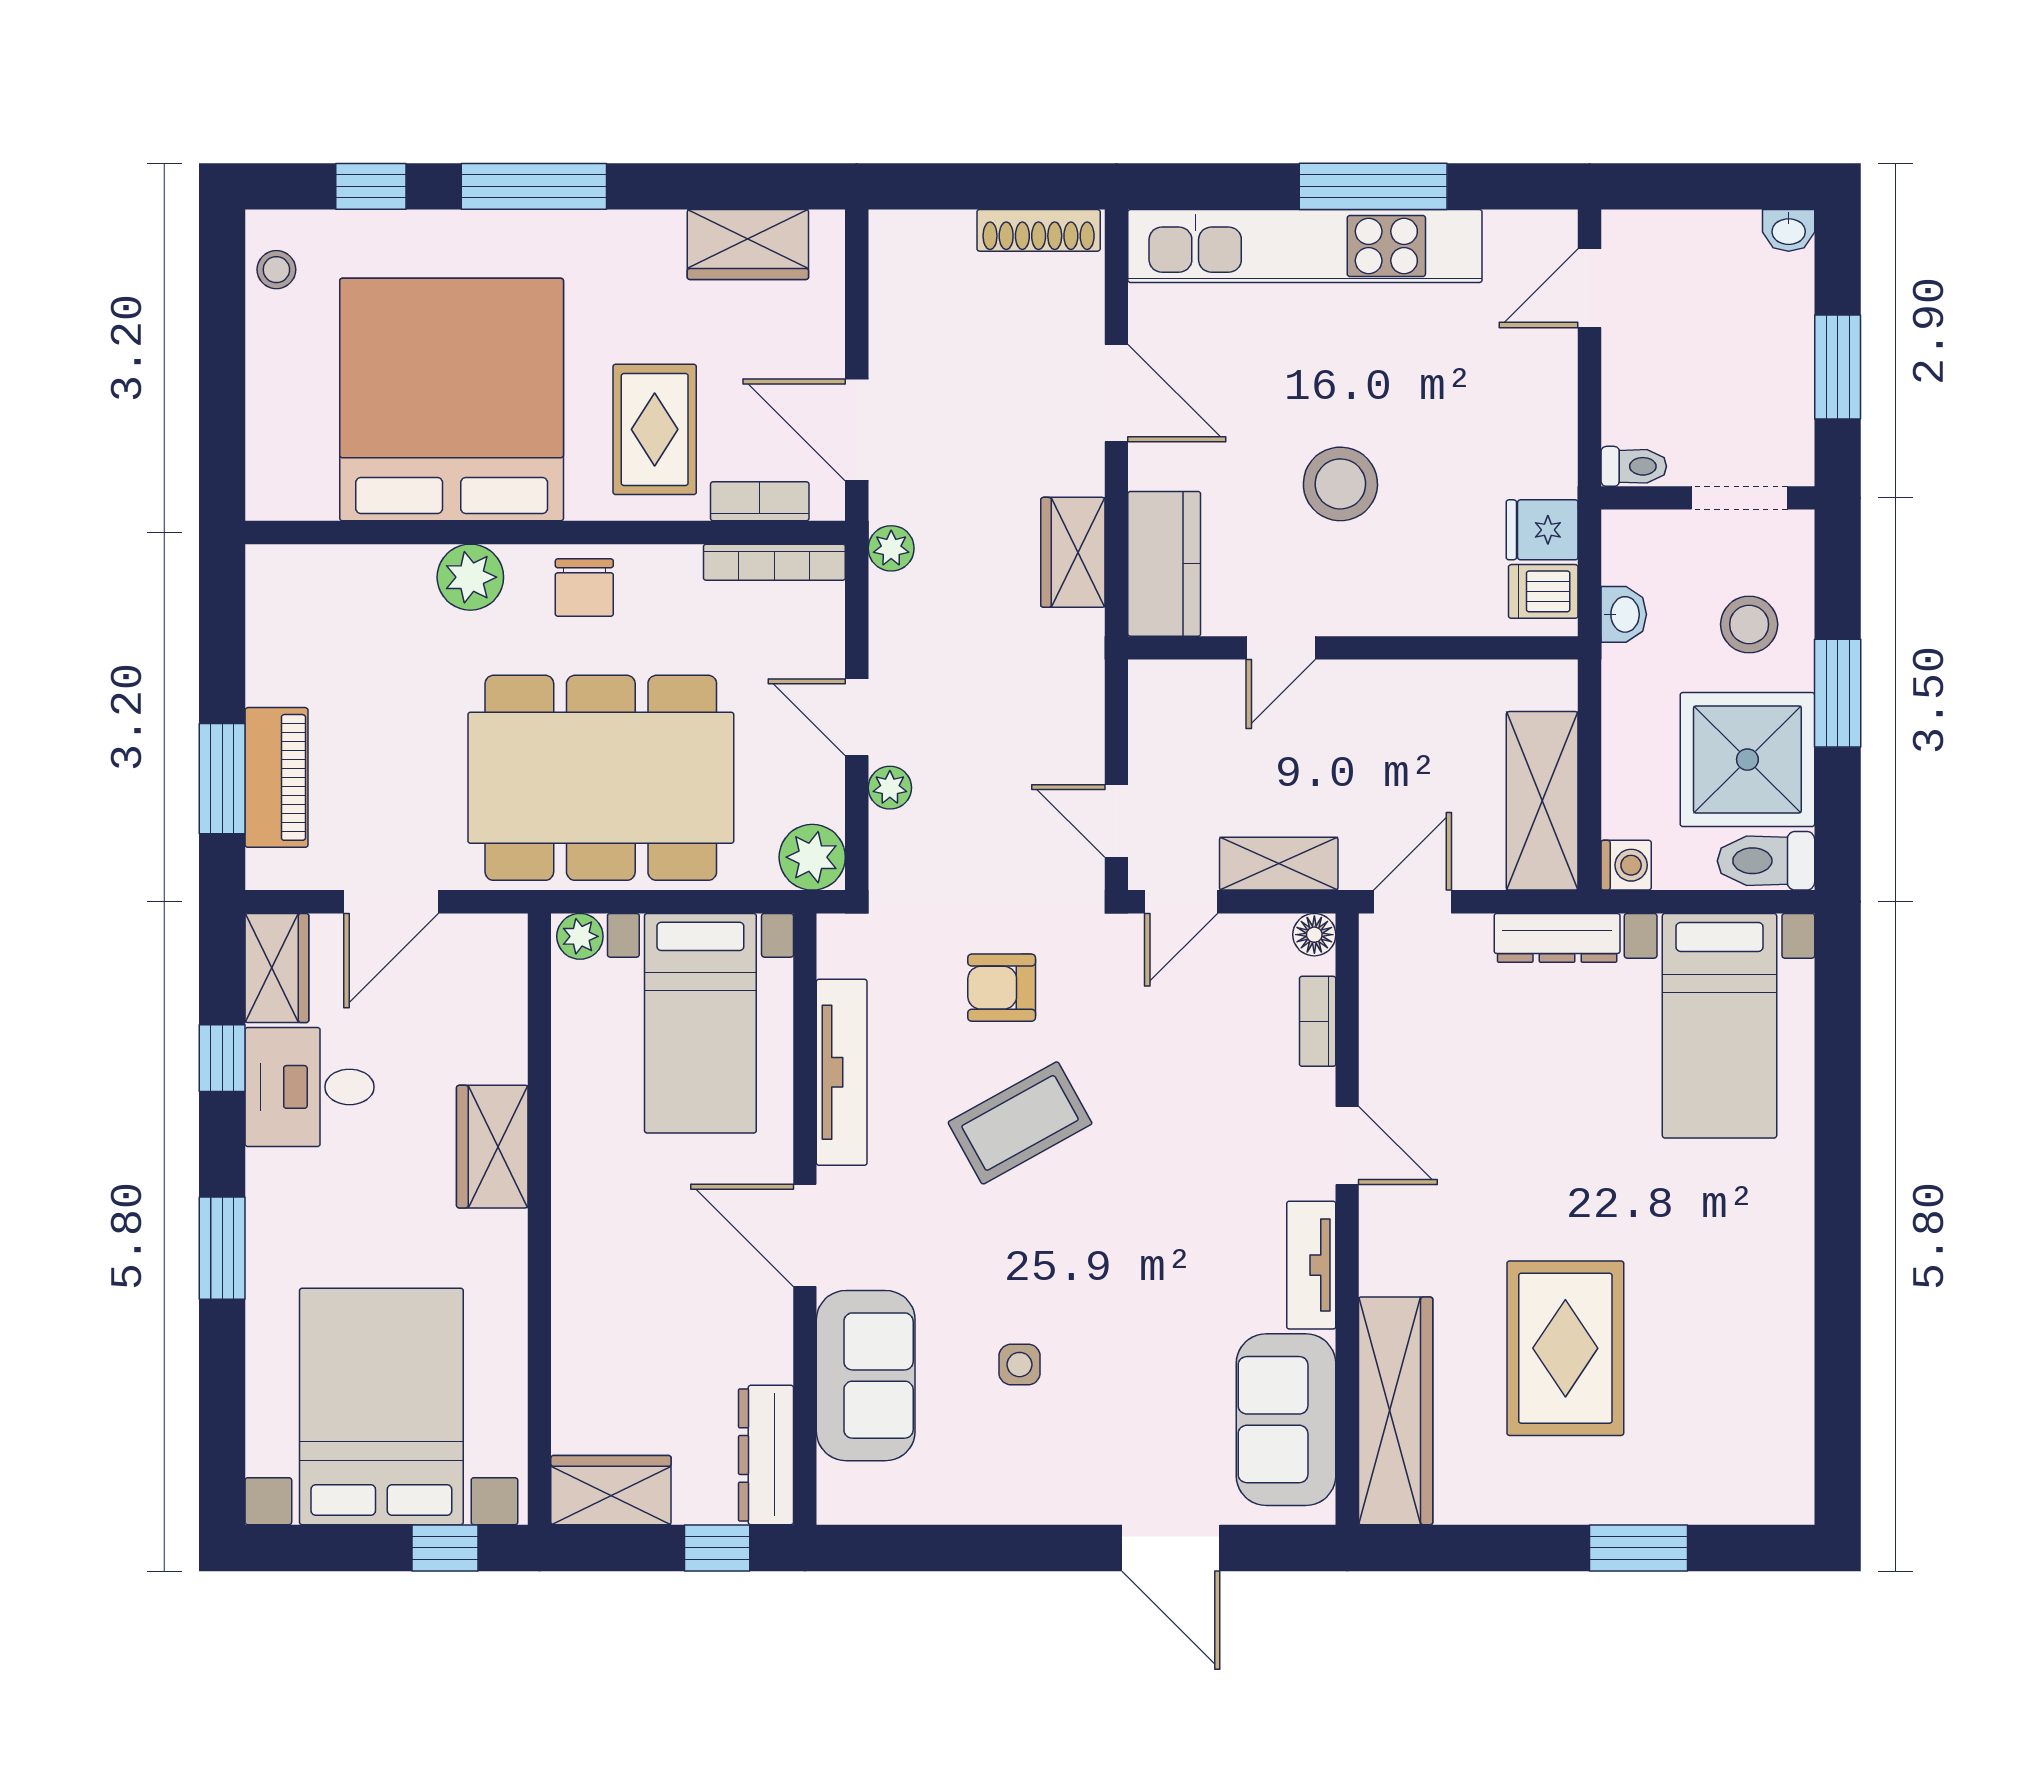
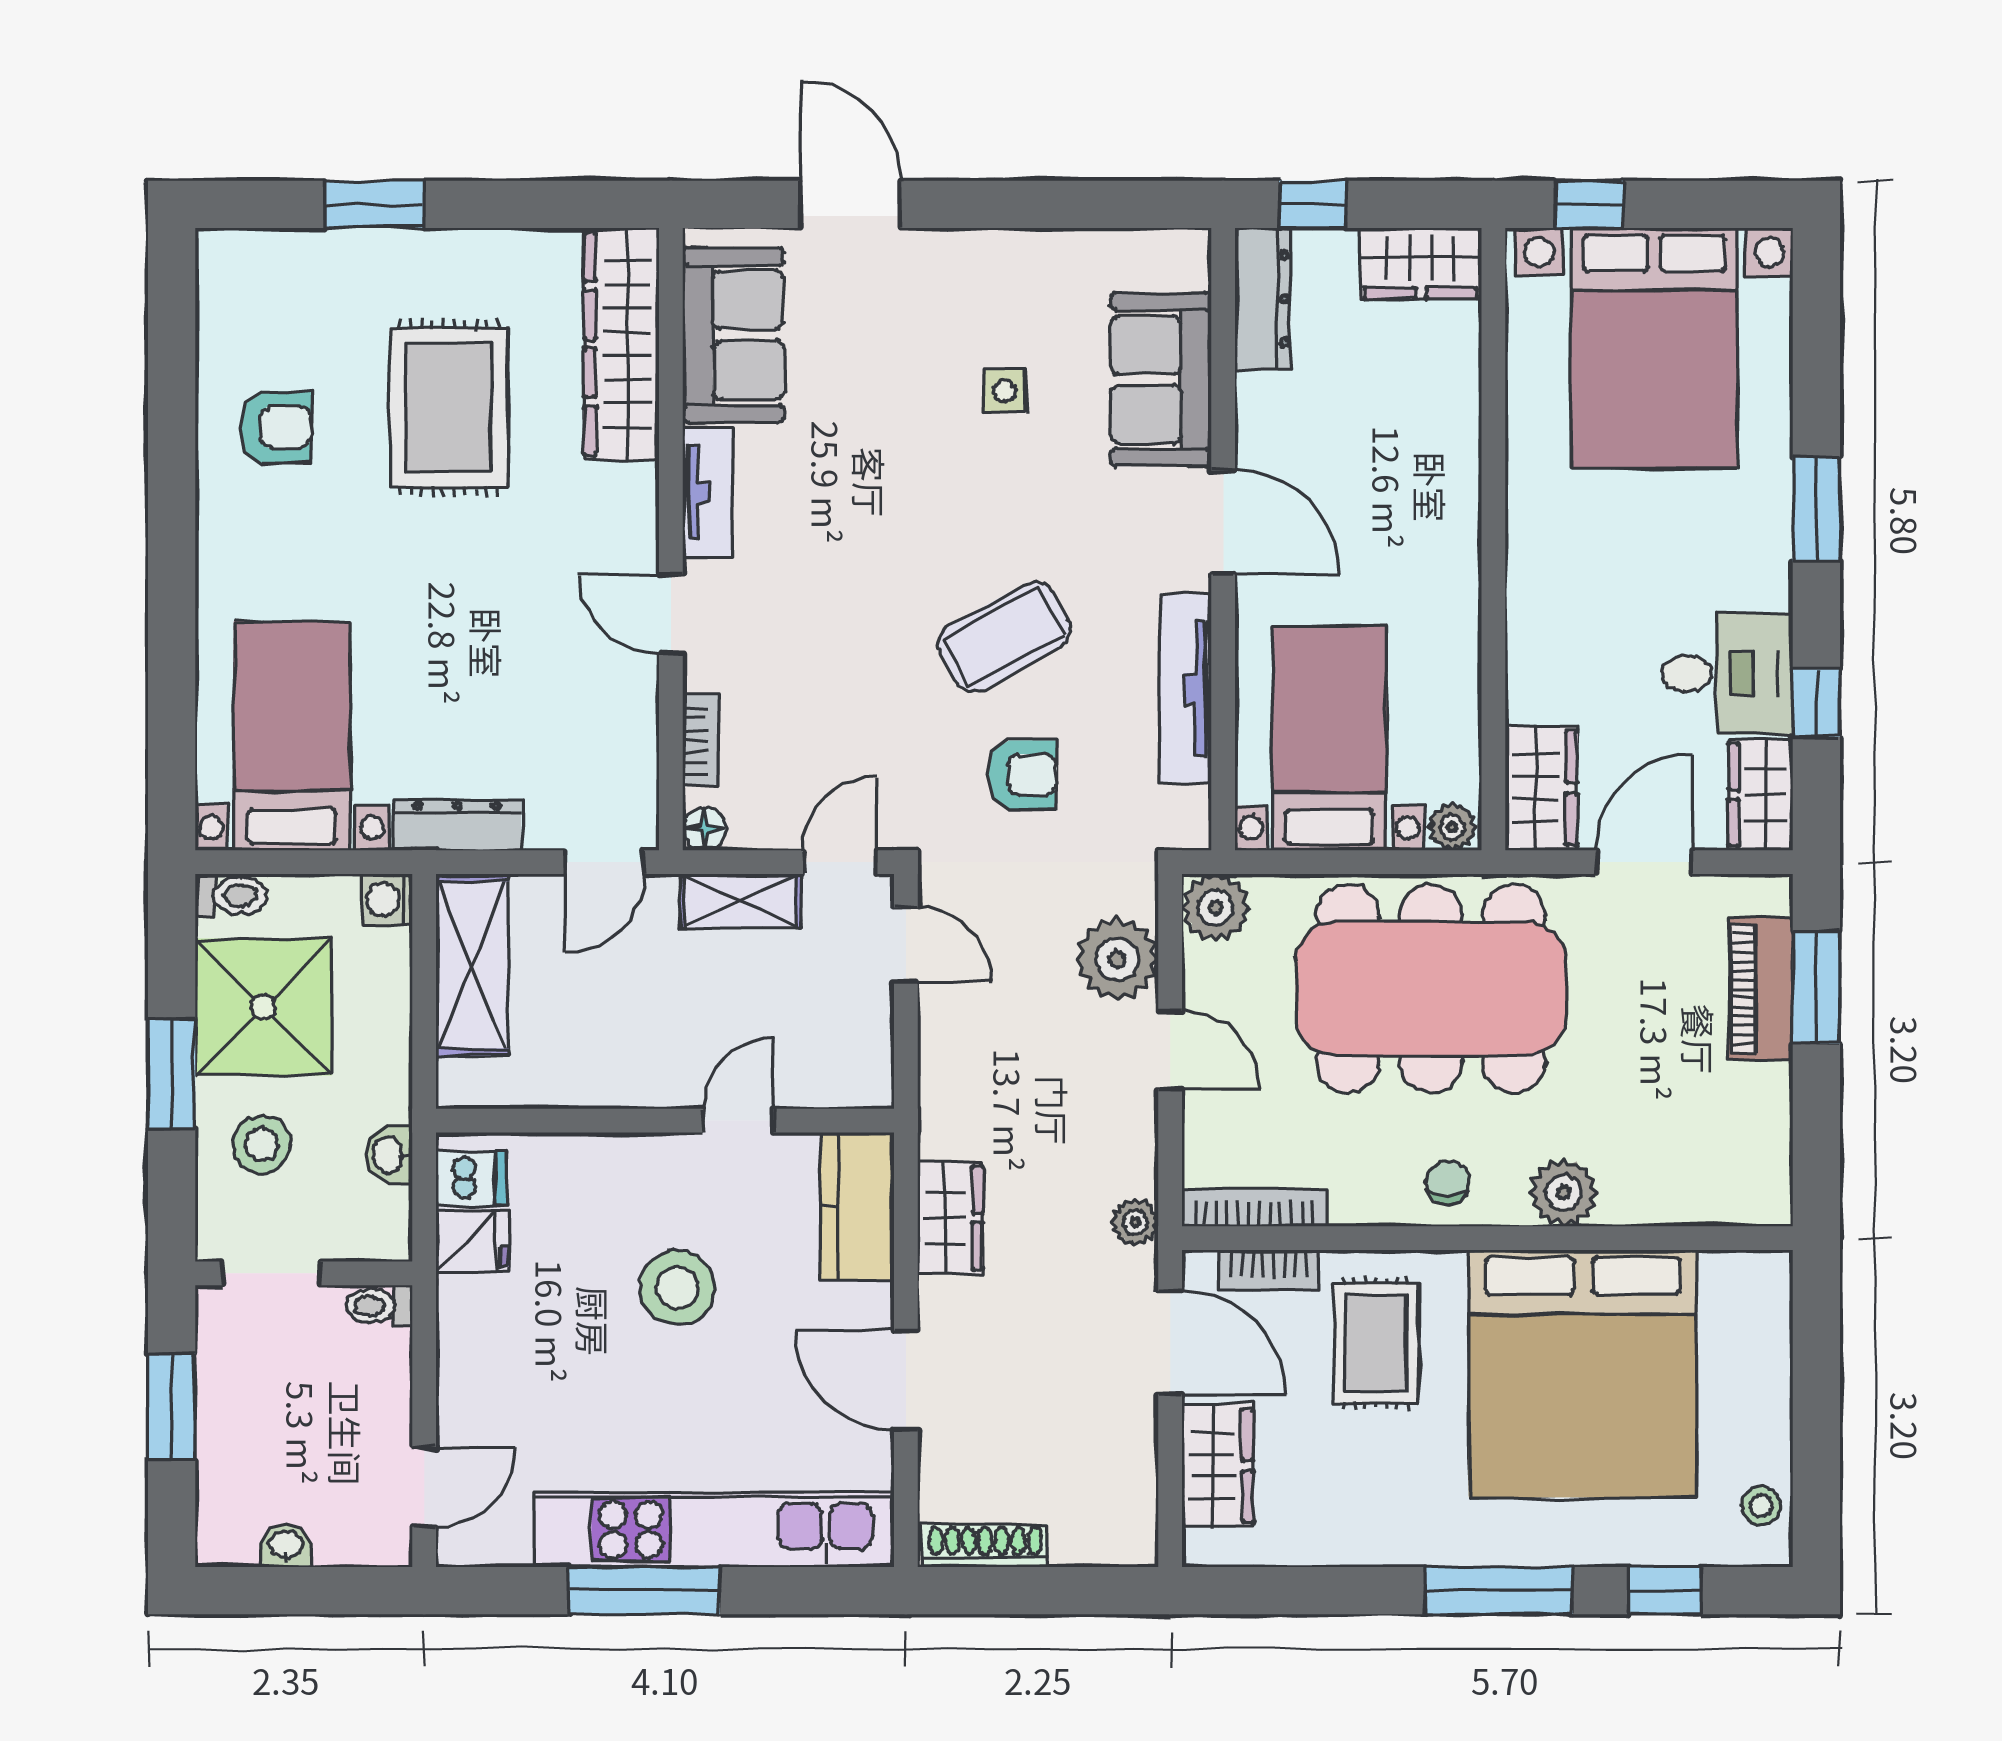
washbasin: (1789, 230) -> (286, 1546), moved
wardrobe: (748, 245) -> (1218, 1465), moved, turned 90
chair: (584, 588) -> (1448, 1182), width x0.73, depth x0.73
plant: (890, 788) -> (1117, 959), width x1.88, depth x1.88
toilet: (1766, 861) -> (231, 896), width x0.73, depth x0.72
wardrobe: (492, 1147) -> (1541, 788), moved
armchair: (1736, 1329) -> (276, 427), added

